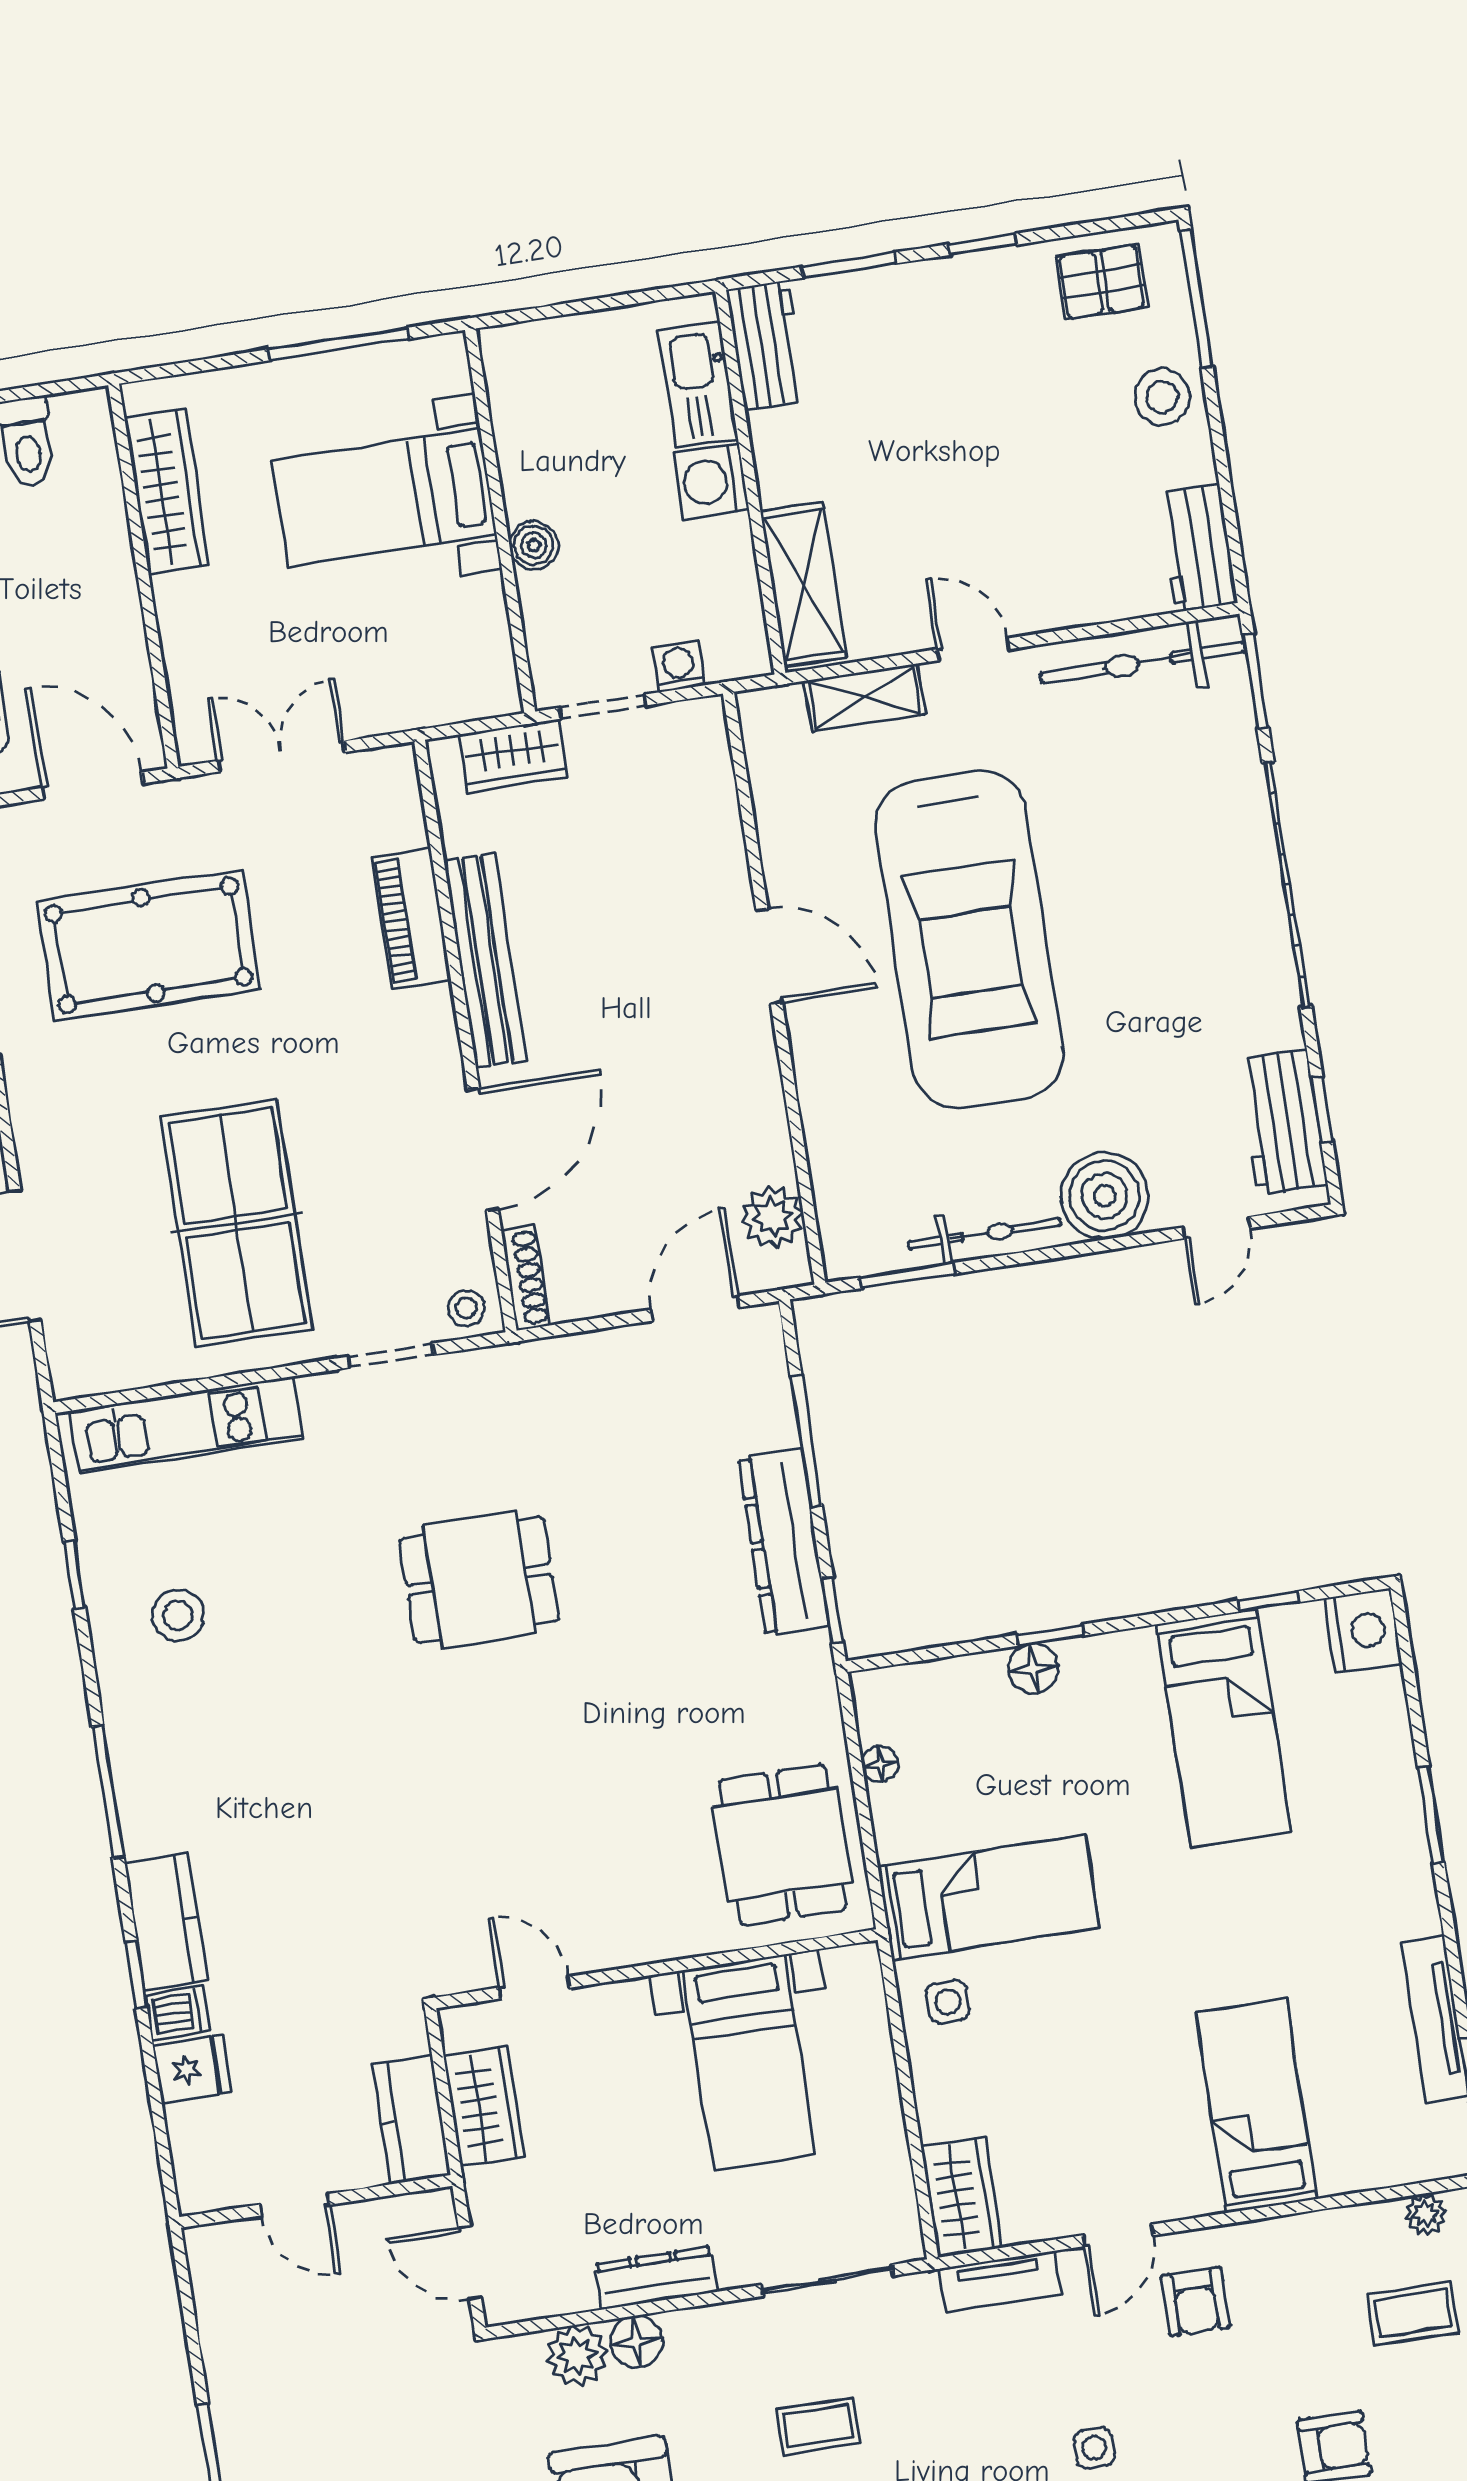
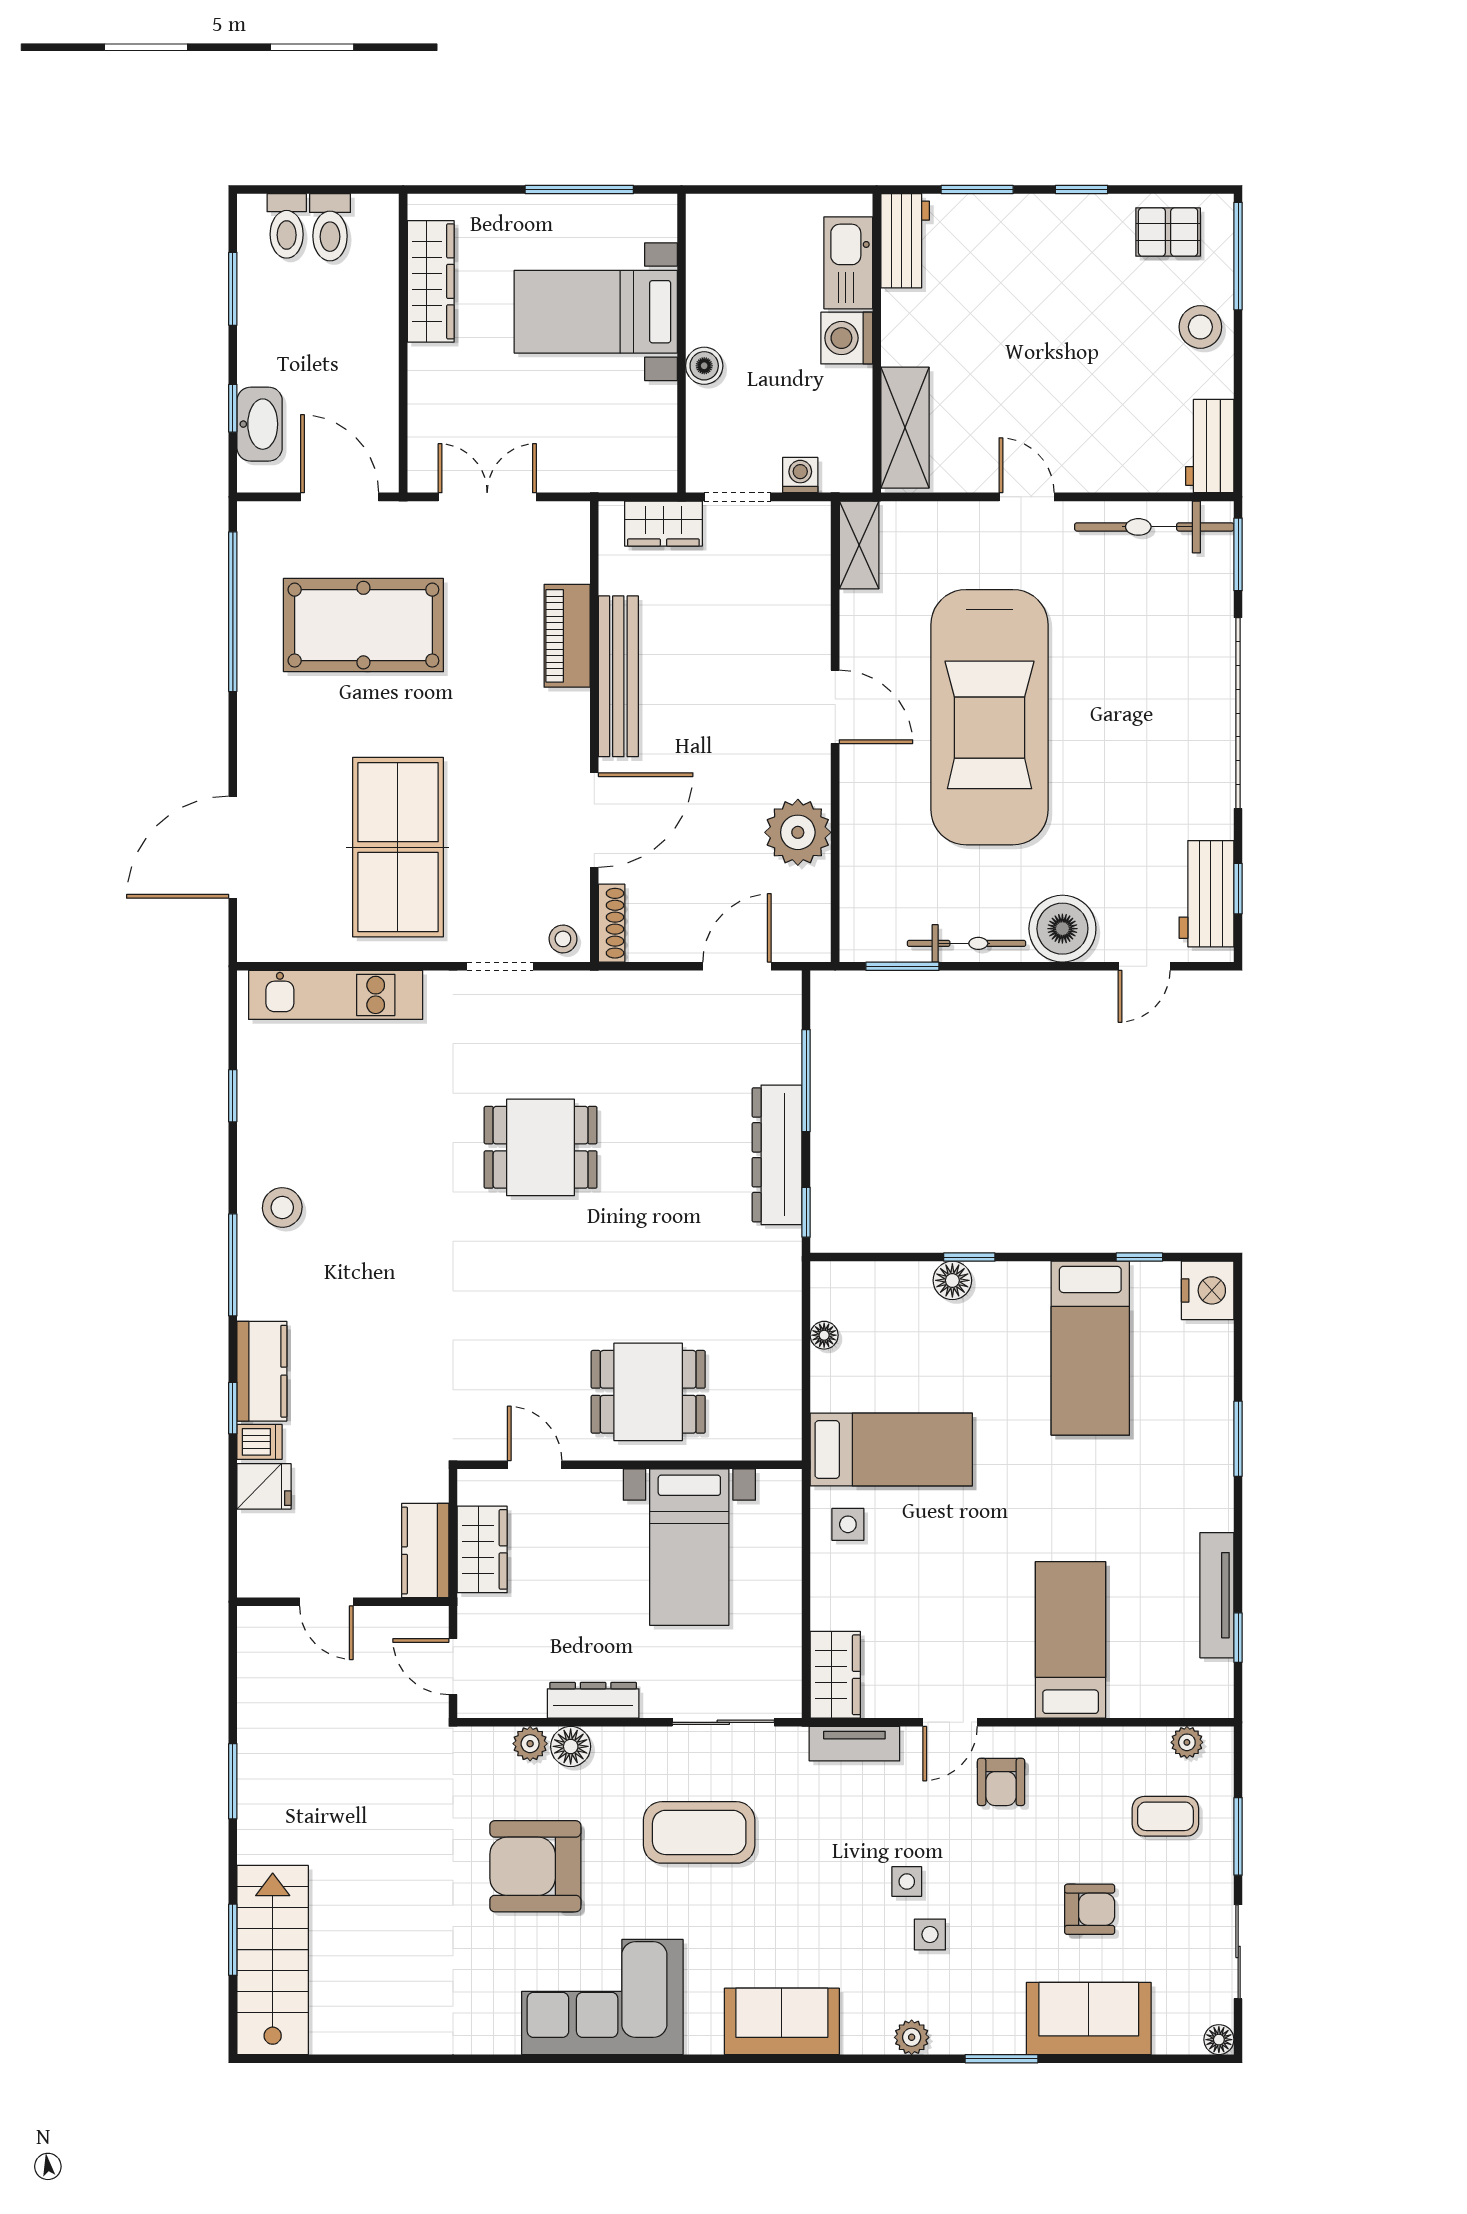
shelving: (865, 698) -> (859, 545), moved, turned 90
plant: (772, 1217) -> (798, 832), moved, width x1.36, depth x1.36
stool: (178, 1615) -> (282, 1208), moved
dining table: (783, 1845) -> (648, 1392), moved, turned 90
plant: (577, 2356) -> (530, 1744), width x0.73, depth x0.73
coffee table: (818, 2426) -> (699, 1832), width x1.86, depth x1.72

